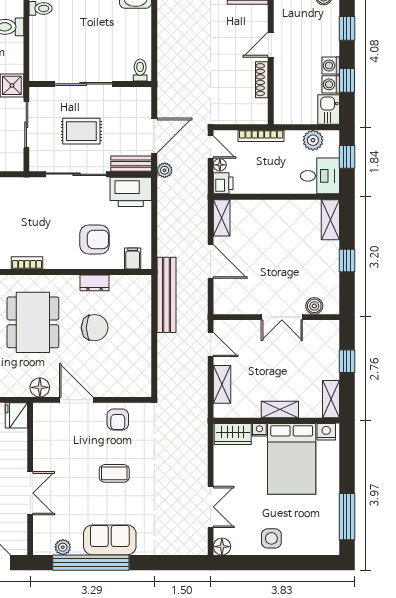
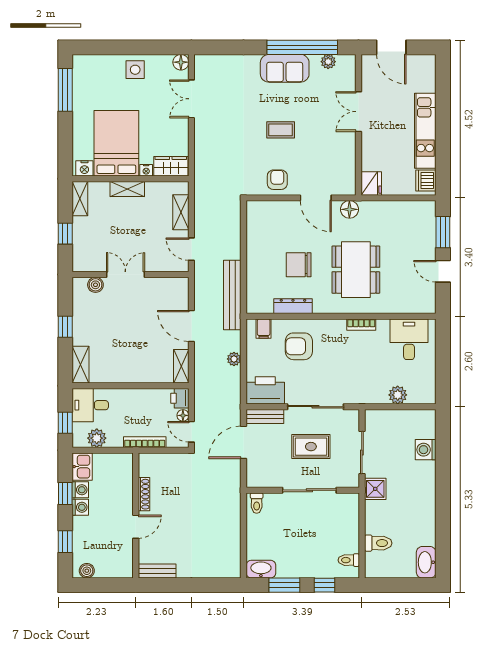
plant: (165, 170) -> (234, 359), moved
dresser: (95, 283) -> (293, 306), width x1.44

